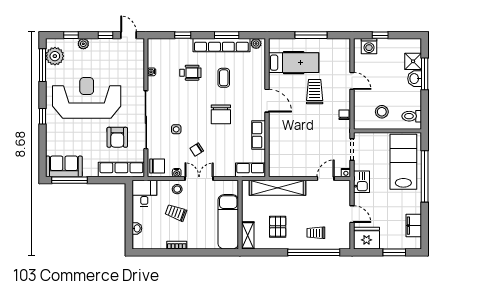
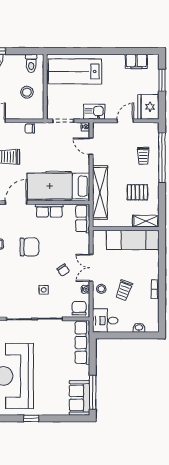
armchair: (117, 137) -> (51, 347), removed
hospital bed: (284, 145) -> (58, 186), added
window: (425, 176) -> (89, 51), removed

